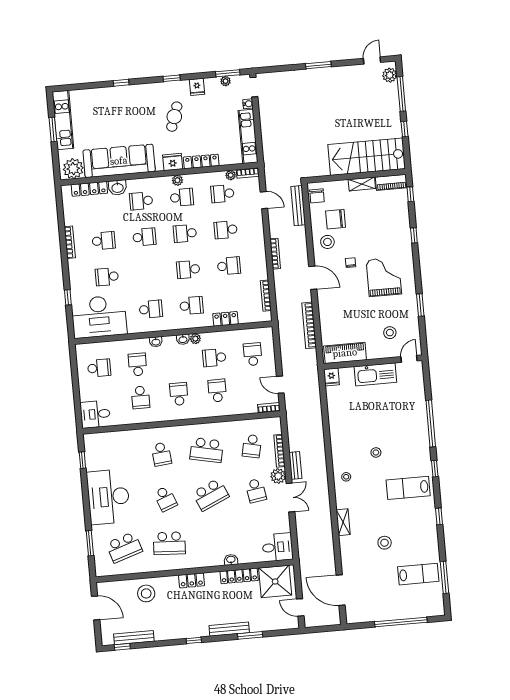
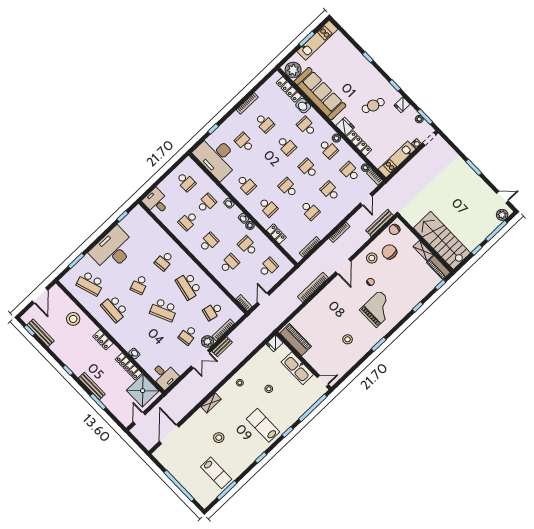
piano: (345, 353) -> (296, 340), moved
door: (409, 359) -> (323, 381), moved
wall: (373, 362) -> (303, 361), moved
kitchen sink: (375, 374) -> (297, 368), moved
fridge: (332, 377) -> (275, 343), moved

